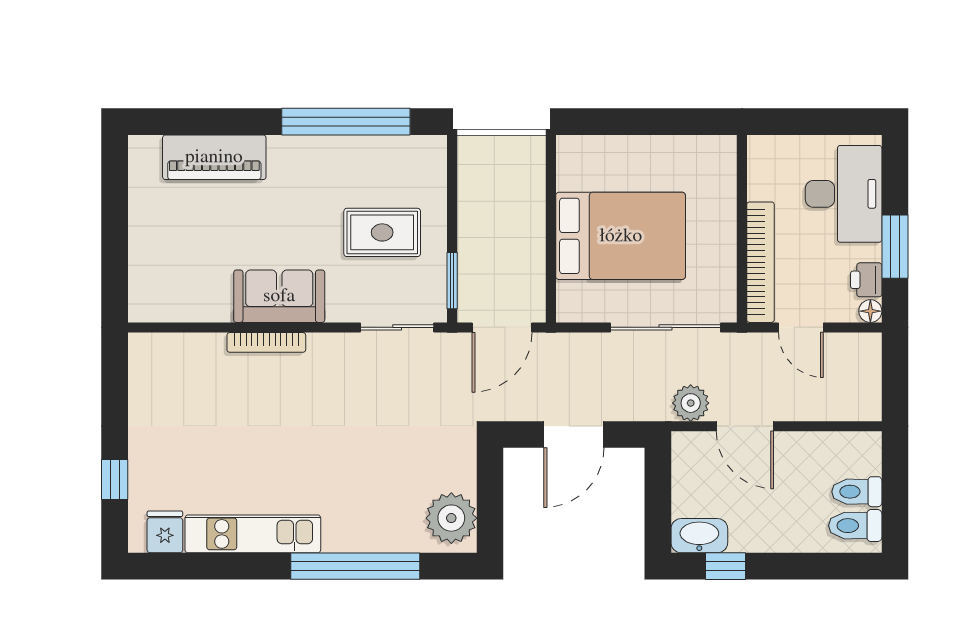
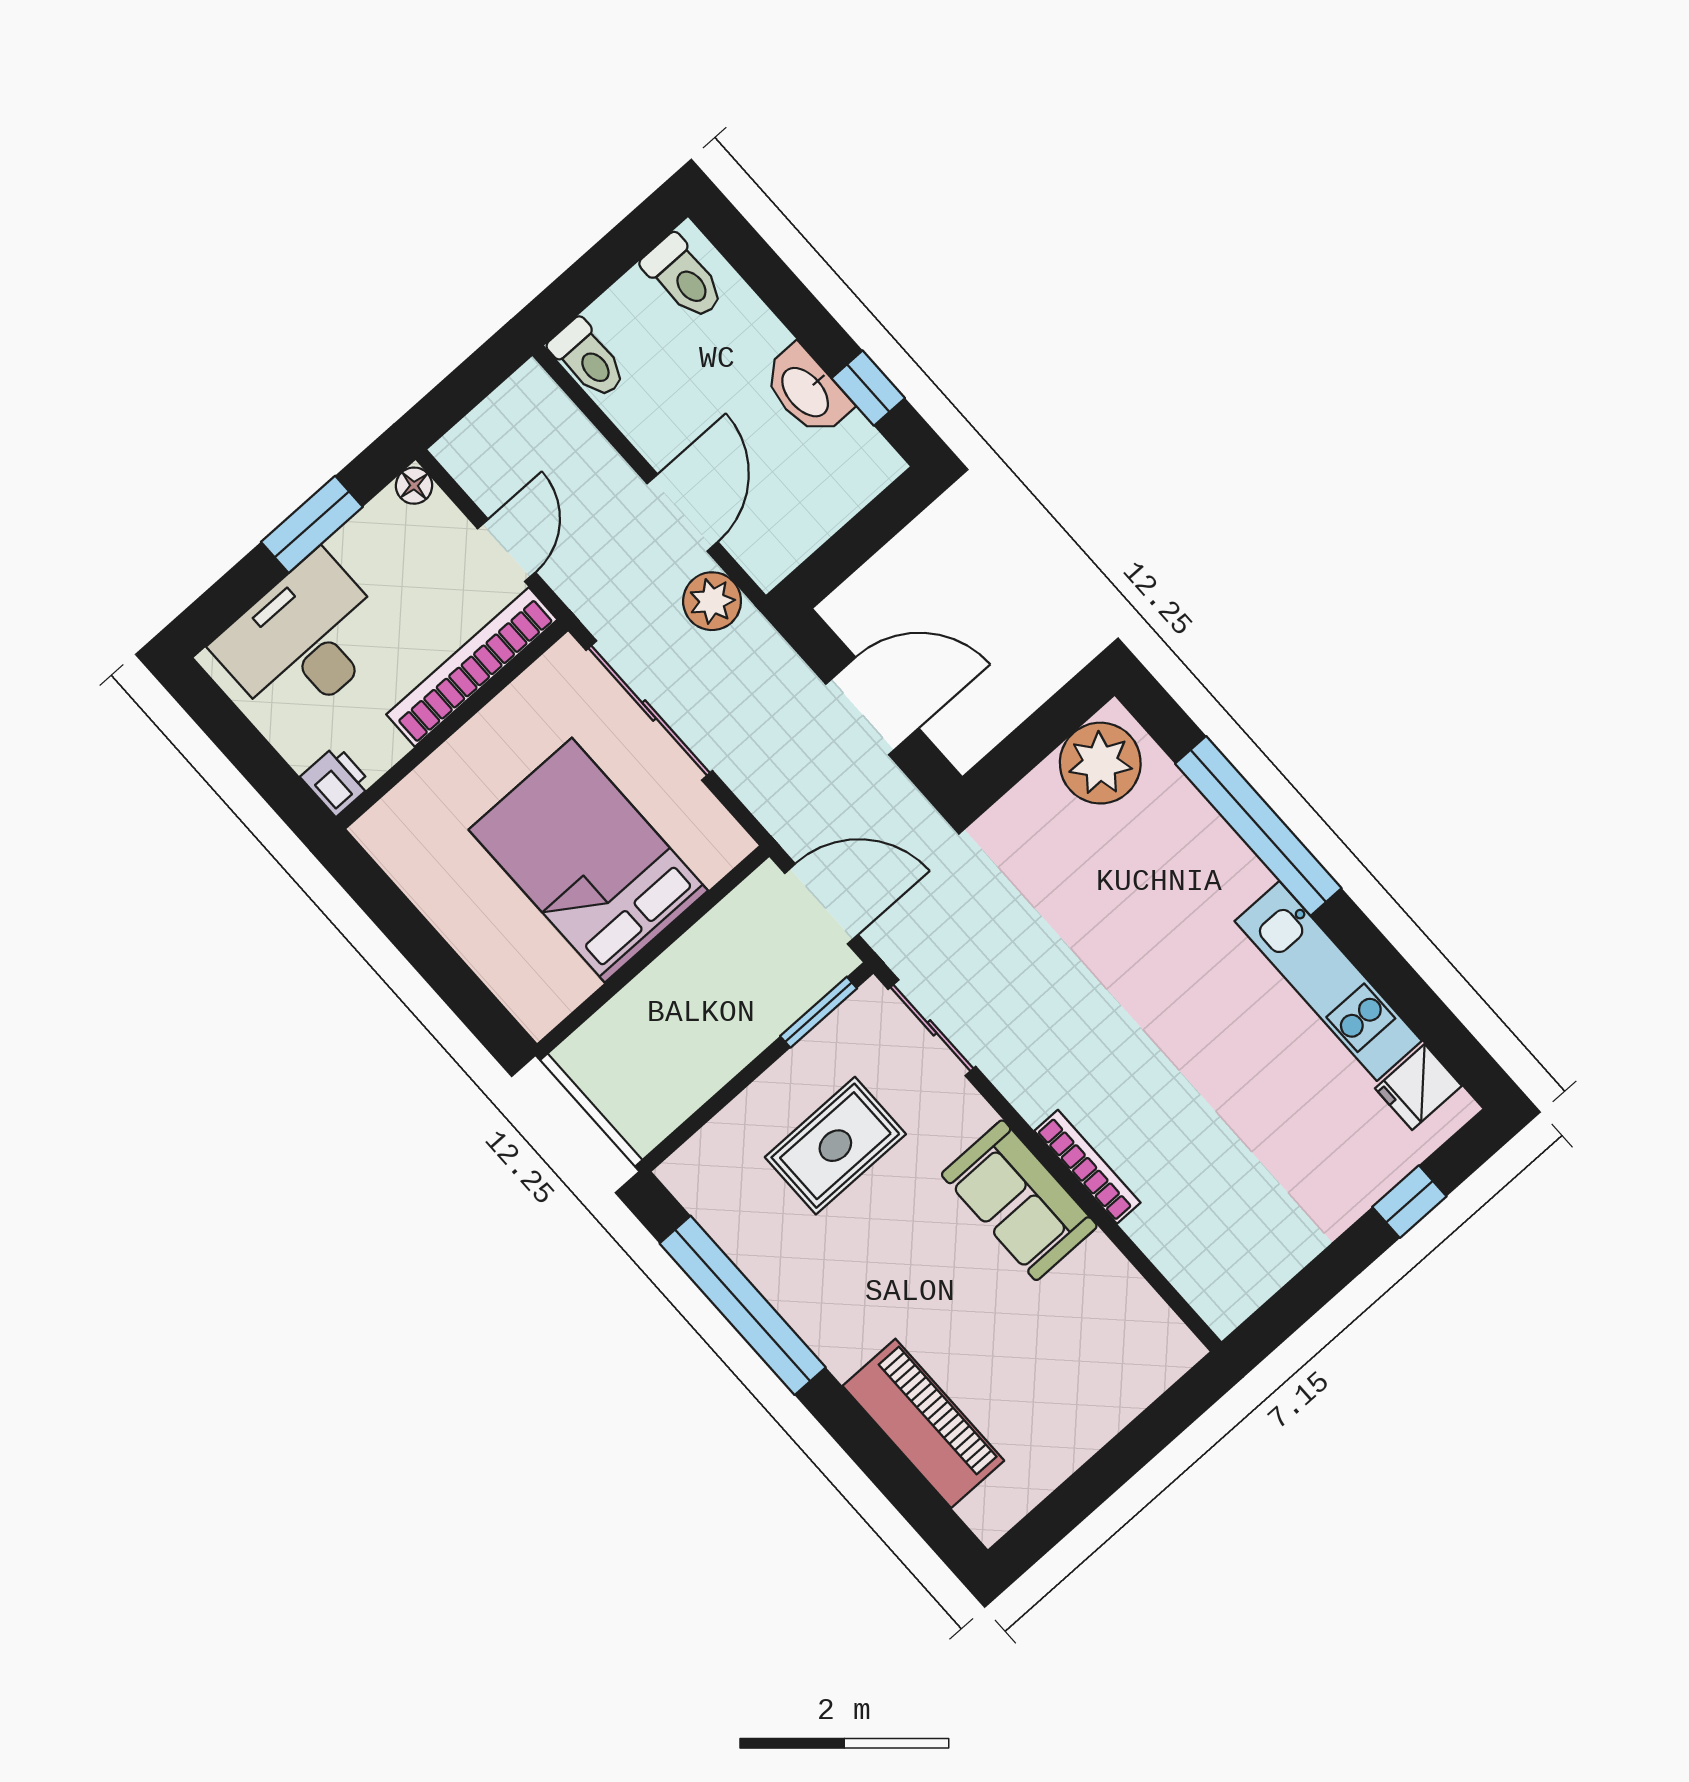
rug: (382, 232) -> (835, 1146), turned 90
printer: (866, 280) -> (336, 781), moved, turned -90
toilet: (857, 492) -> (588, 359), moved
washbasin: (699, 536) -> (806, 391), moved

